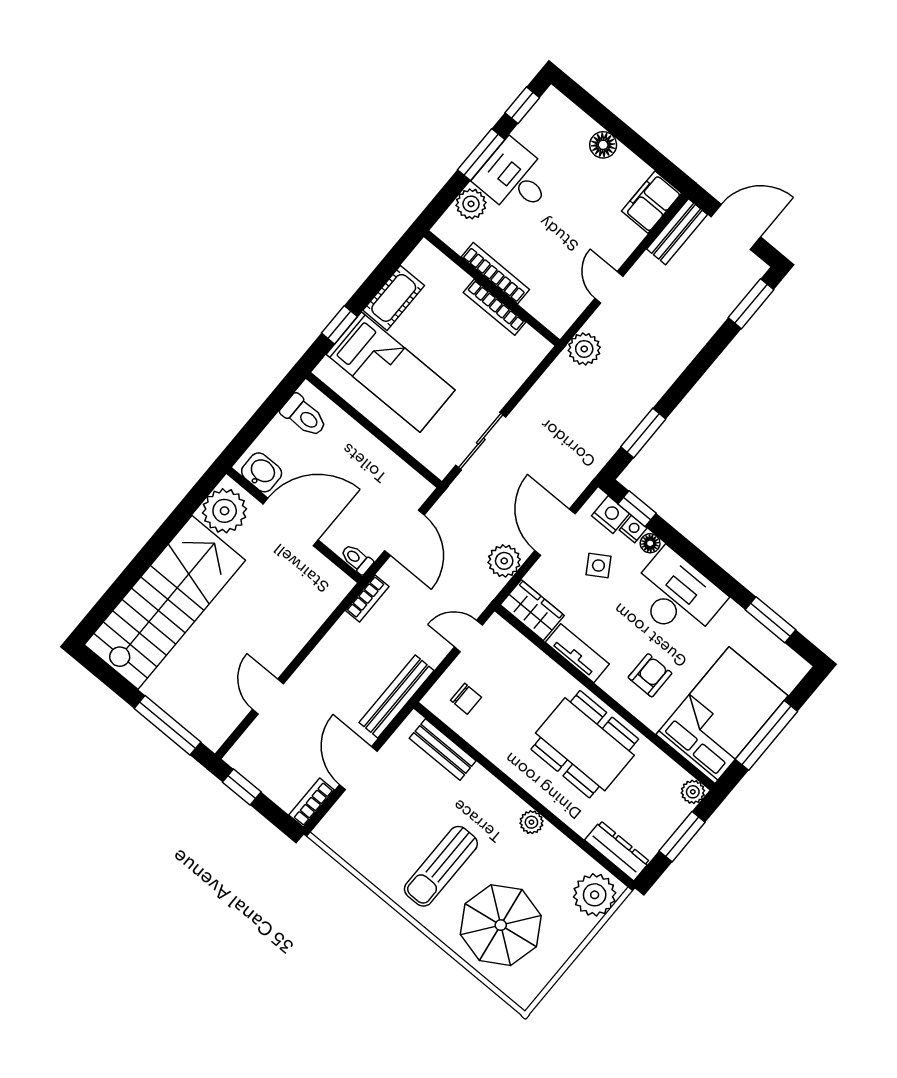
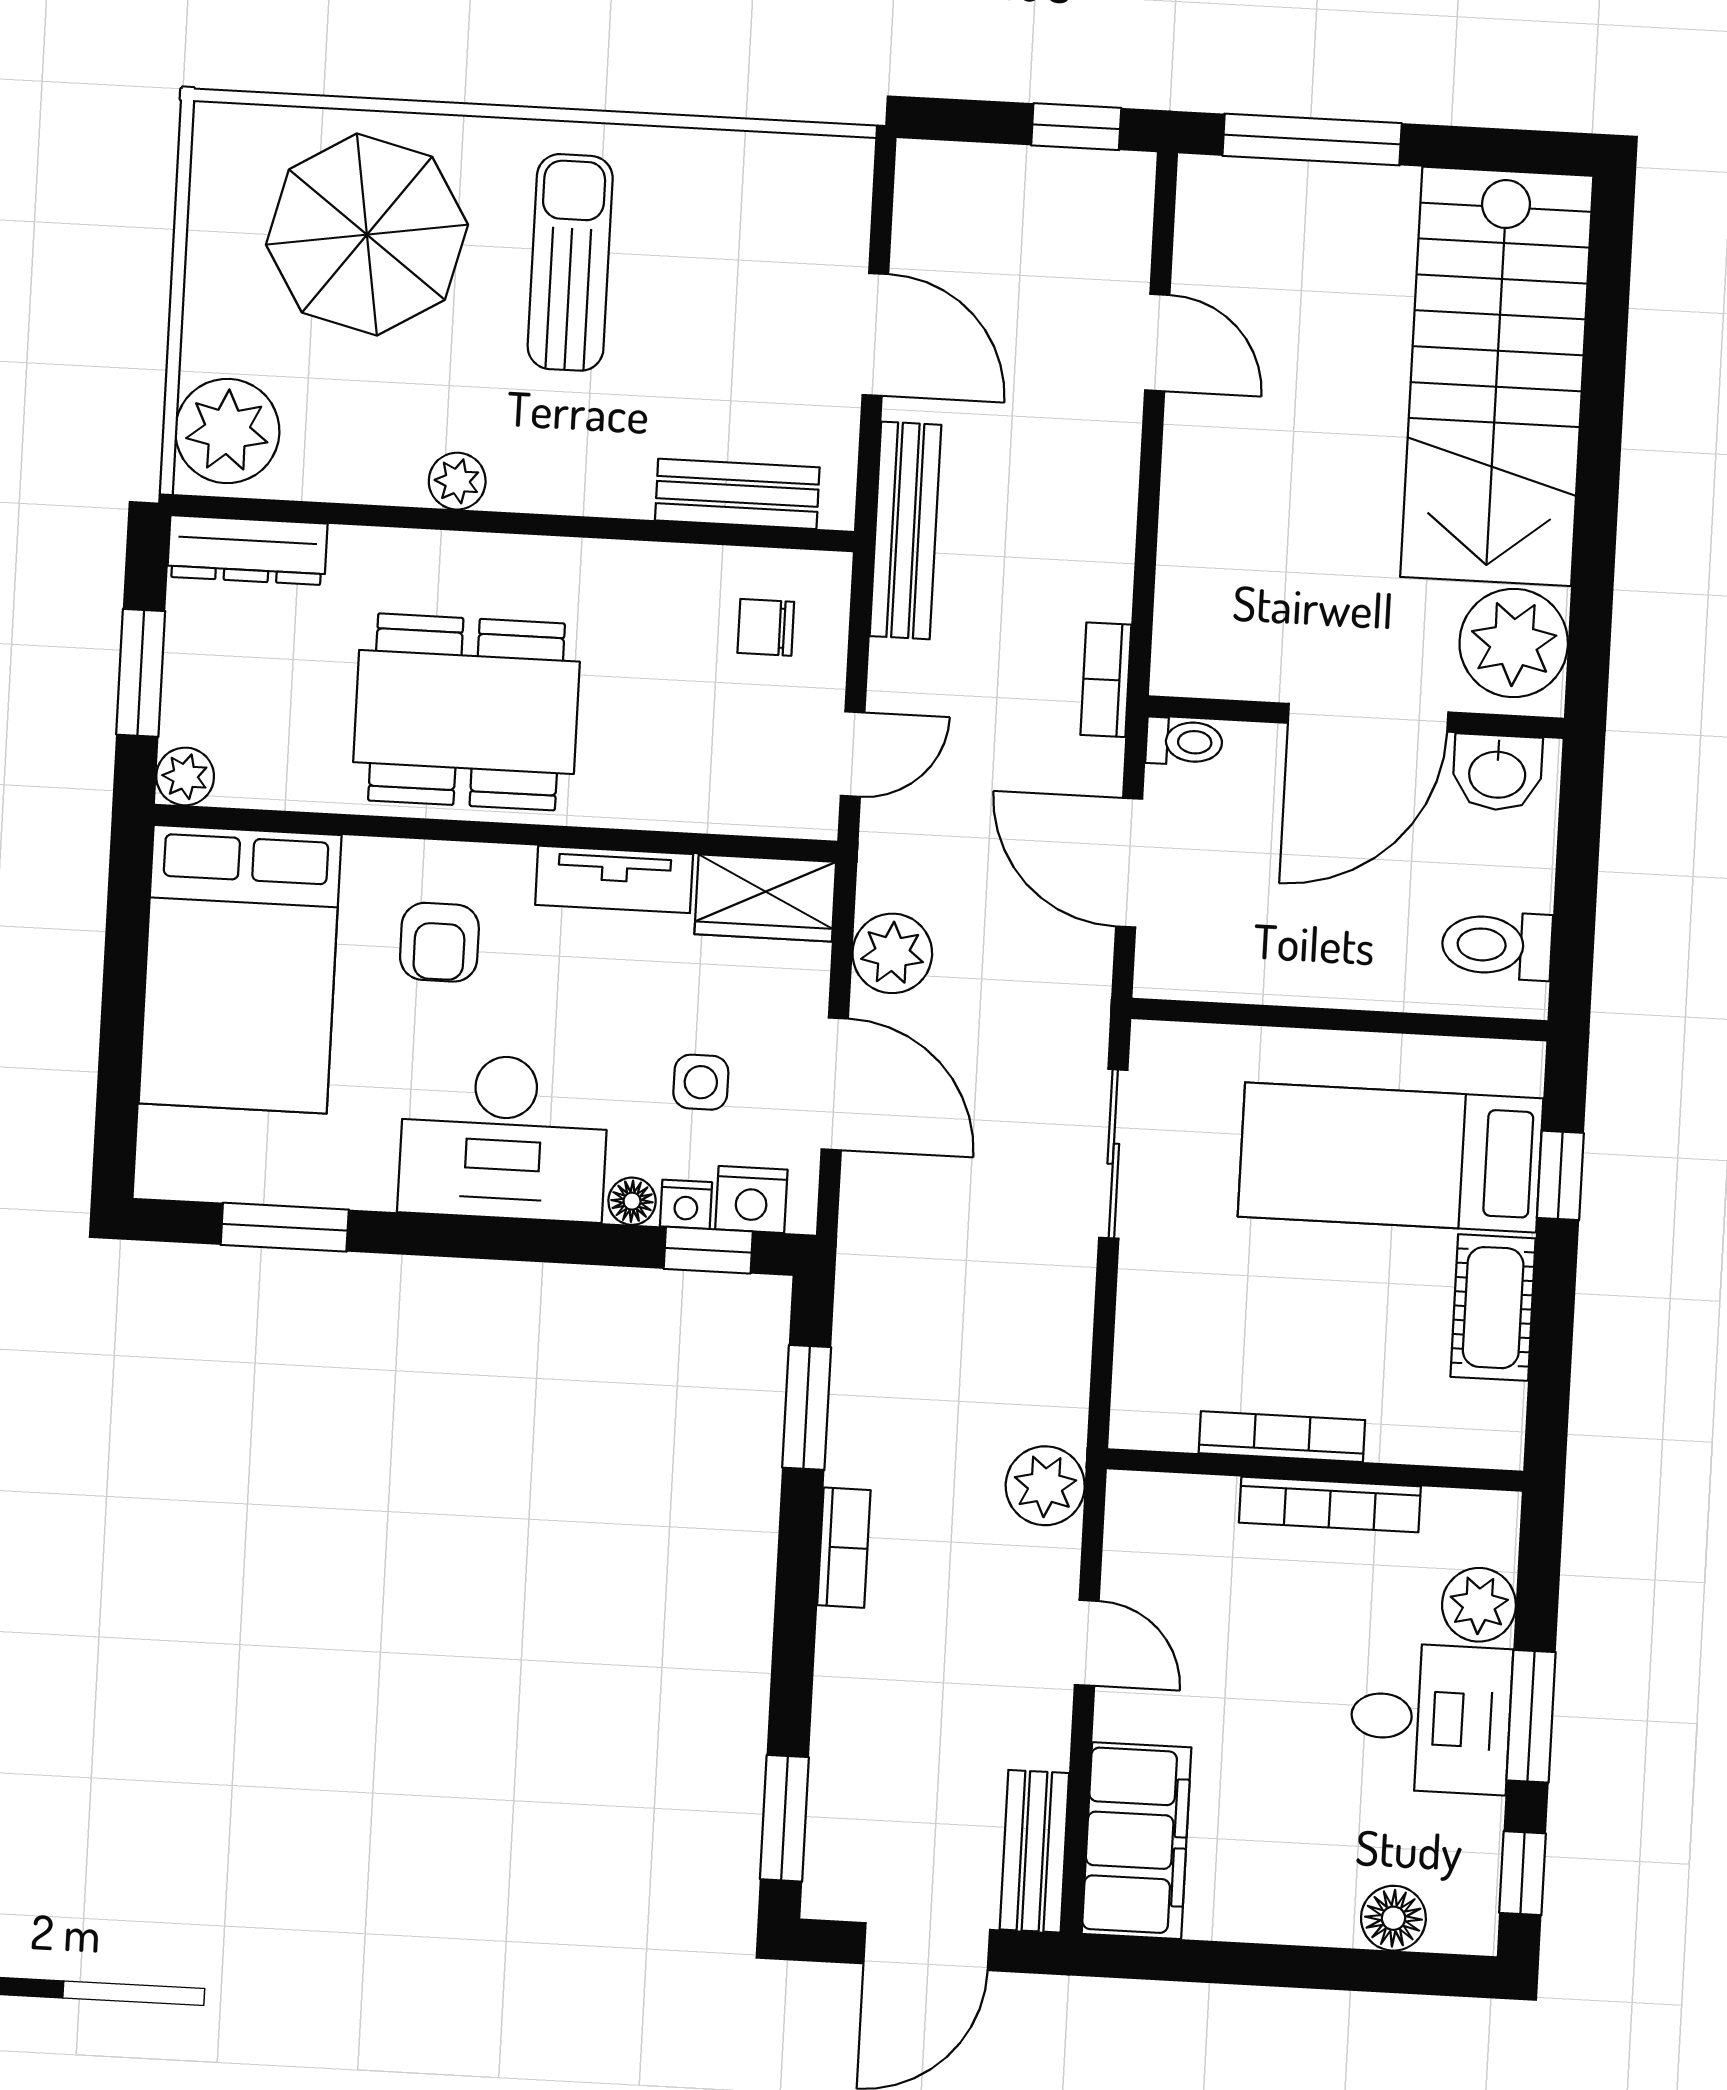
floor lamp: (603, 145) -> (1393, 1918), moved
filing cabinet: (652, 202) -> (1137, 1841), width x1.50, depth x1.17
side table: (598, 565) -> (701, 1082), turned 32
window: (766, 735) -> (123, 995), removed
bookcase: (312, 803) -> (844, 1548), moved

